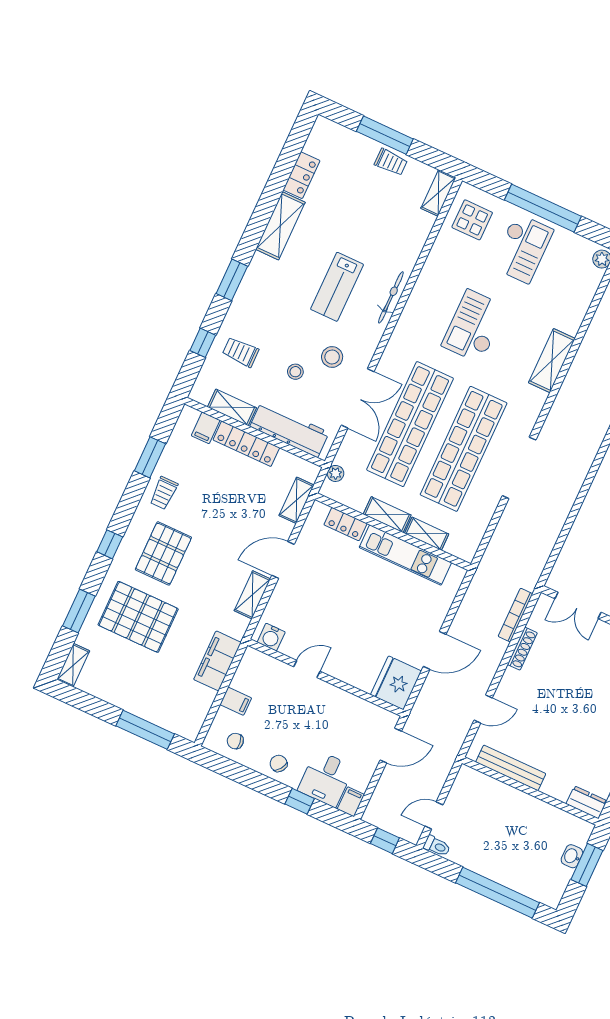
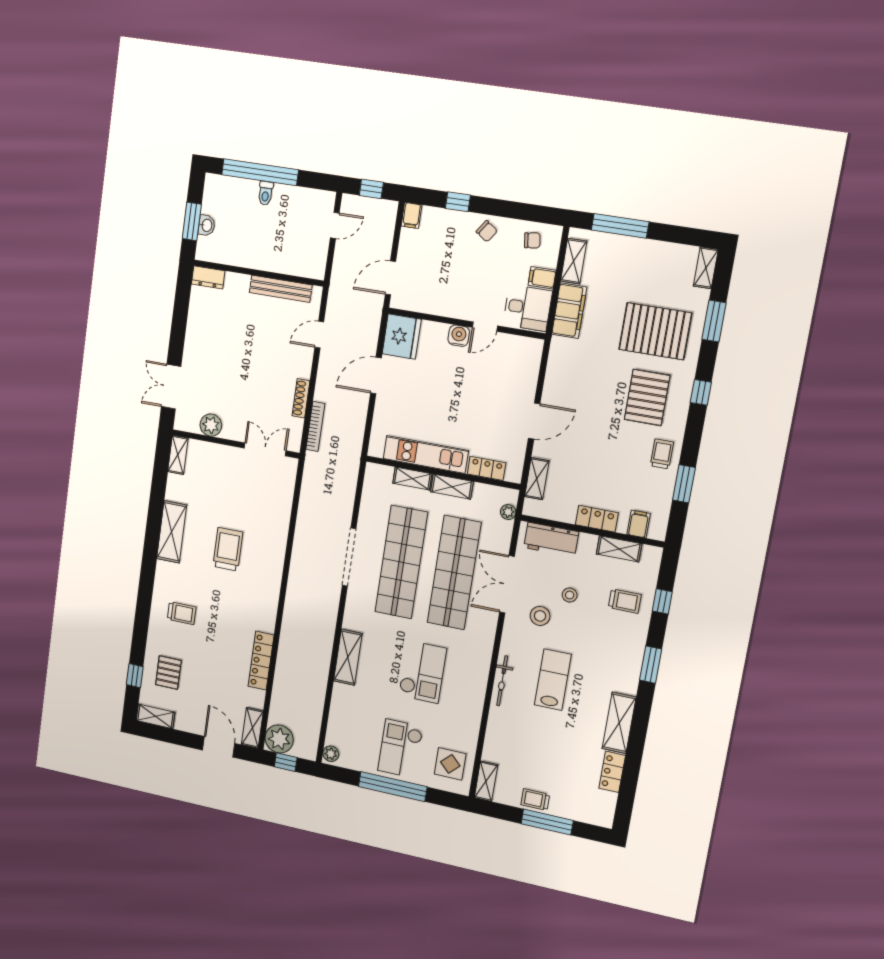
workbench: (290, 429) -> (551, 540), width x0.73
locker: (246, 444) -> (597, 519), width x0.66
shelving: (252, 595) -> (574, 261), moved
water cooler: (271, 637) -> (459, 336), moved
desk: (326, 779) -> (527, 308), moved, turned 90
toilet: (437, 846) -> (265, 193), moved, turned -90

